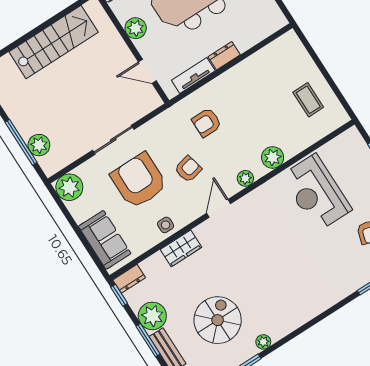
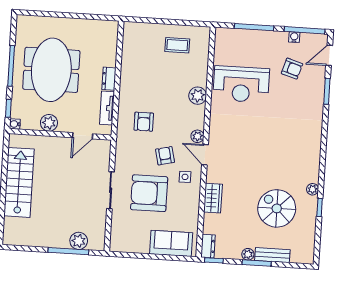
plant: (245, 178) -> (197, 136), moved
plant: (69, 187) -> (120, 241), removed
side table: (166, 225) -> (185, 177), moved
plant: (152, 316) -> (248, 254), width x0.53, depth x0.53

